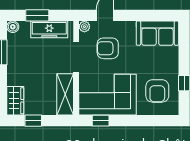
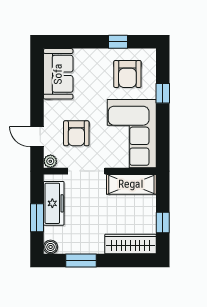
armchair: (157, 91) -> (127, 74), turned 90
wardrobe: (15, 101) -> (130, 244), width x1.50
window: (101, 121) -> (163, 93), moved

